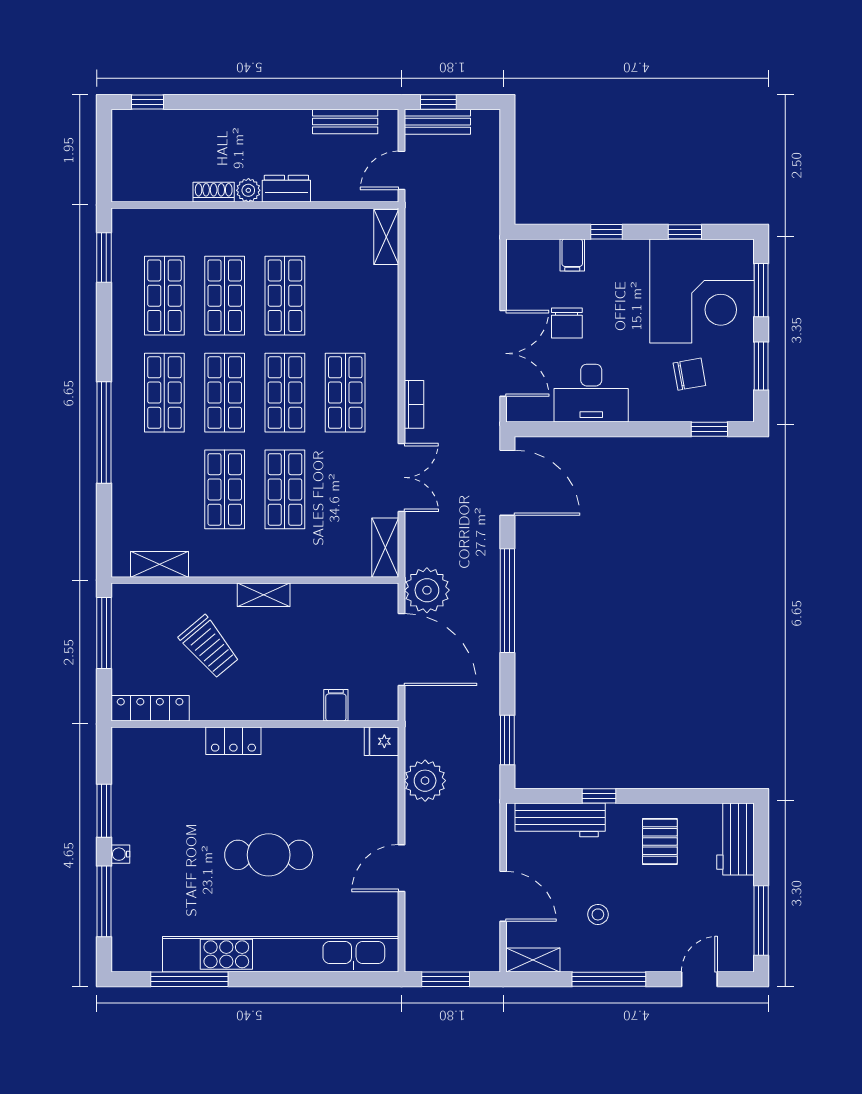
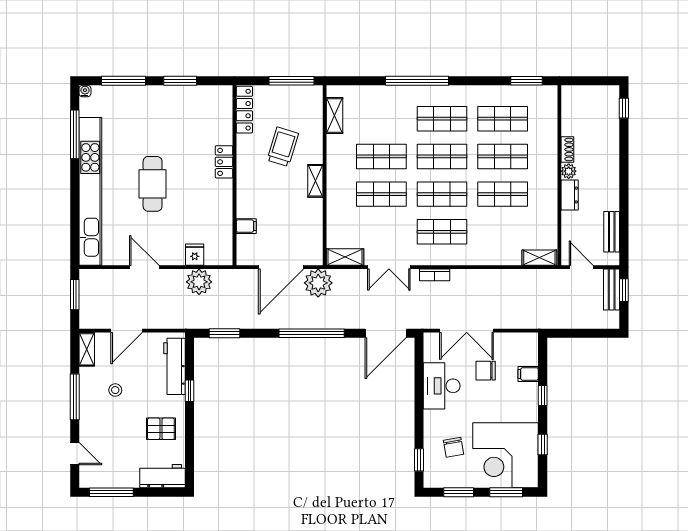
trolley: (209, 647) -> (283, 147), turned 147
fridge: (382, 741) -> (195, 255), moved
water cooler: (120, 854) -> (85, 91), moved

